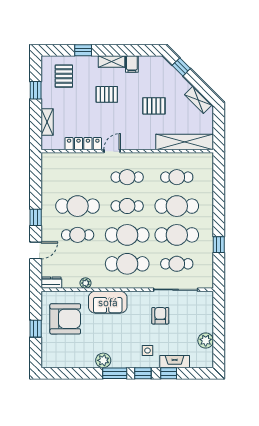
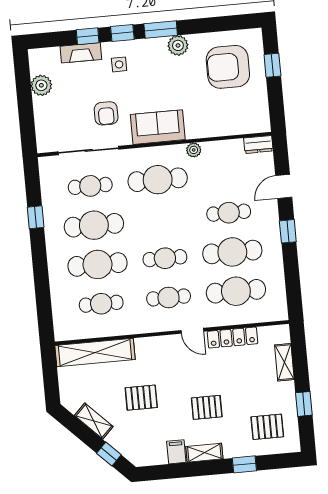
pallet: (64, 76) -> (267, 427), turned 90
shelving: (198, 100) -> (94, 421), moved
door: (112, 151) -> (192, 331), hinge flipped
cafe table: (127, 235) -> (236, 291), moved
plant: (86, 283) -> (194, 150), moved
sofa: (108, 302) -> (158, 127), moved
armchair: (65, 319) -> (228, 67), moved
window: (36, 329) -> (272, 65), moved

